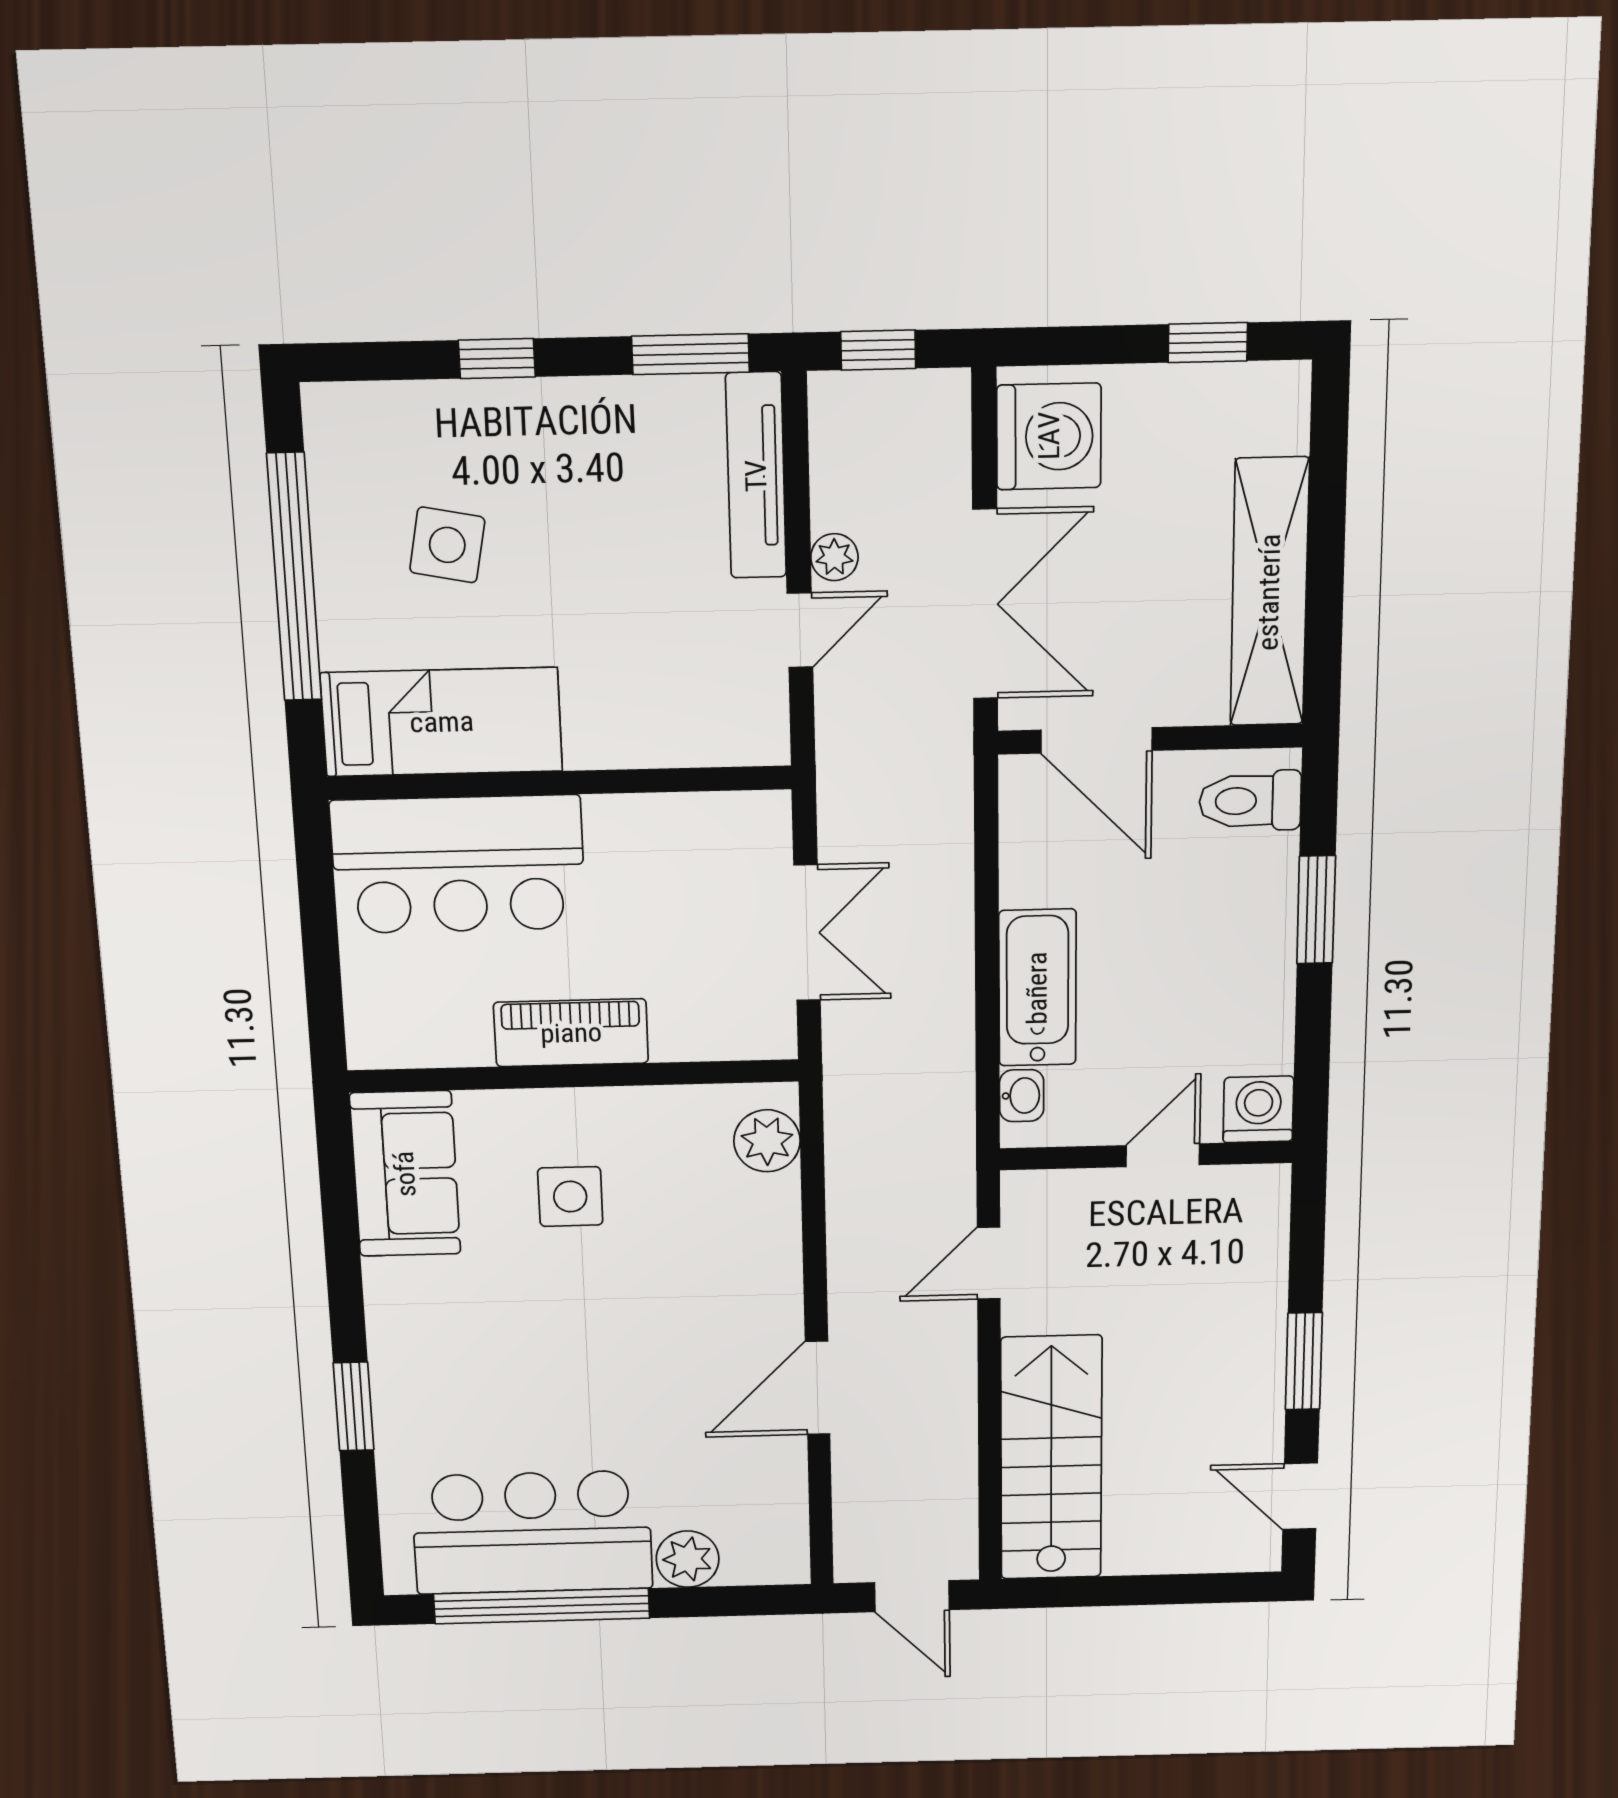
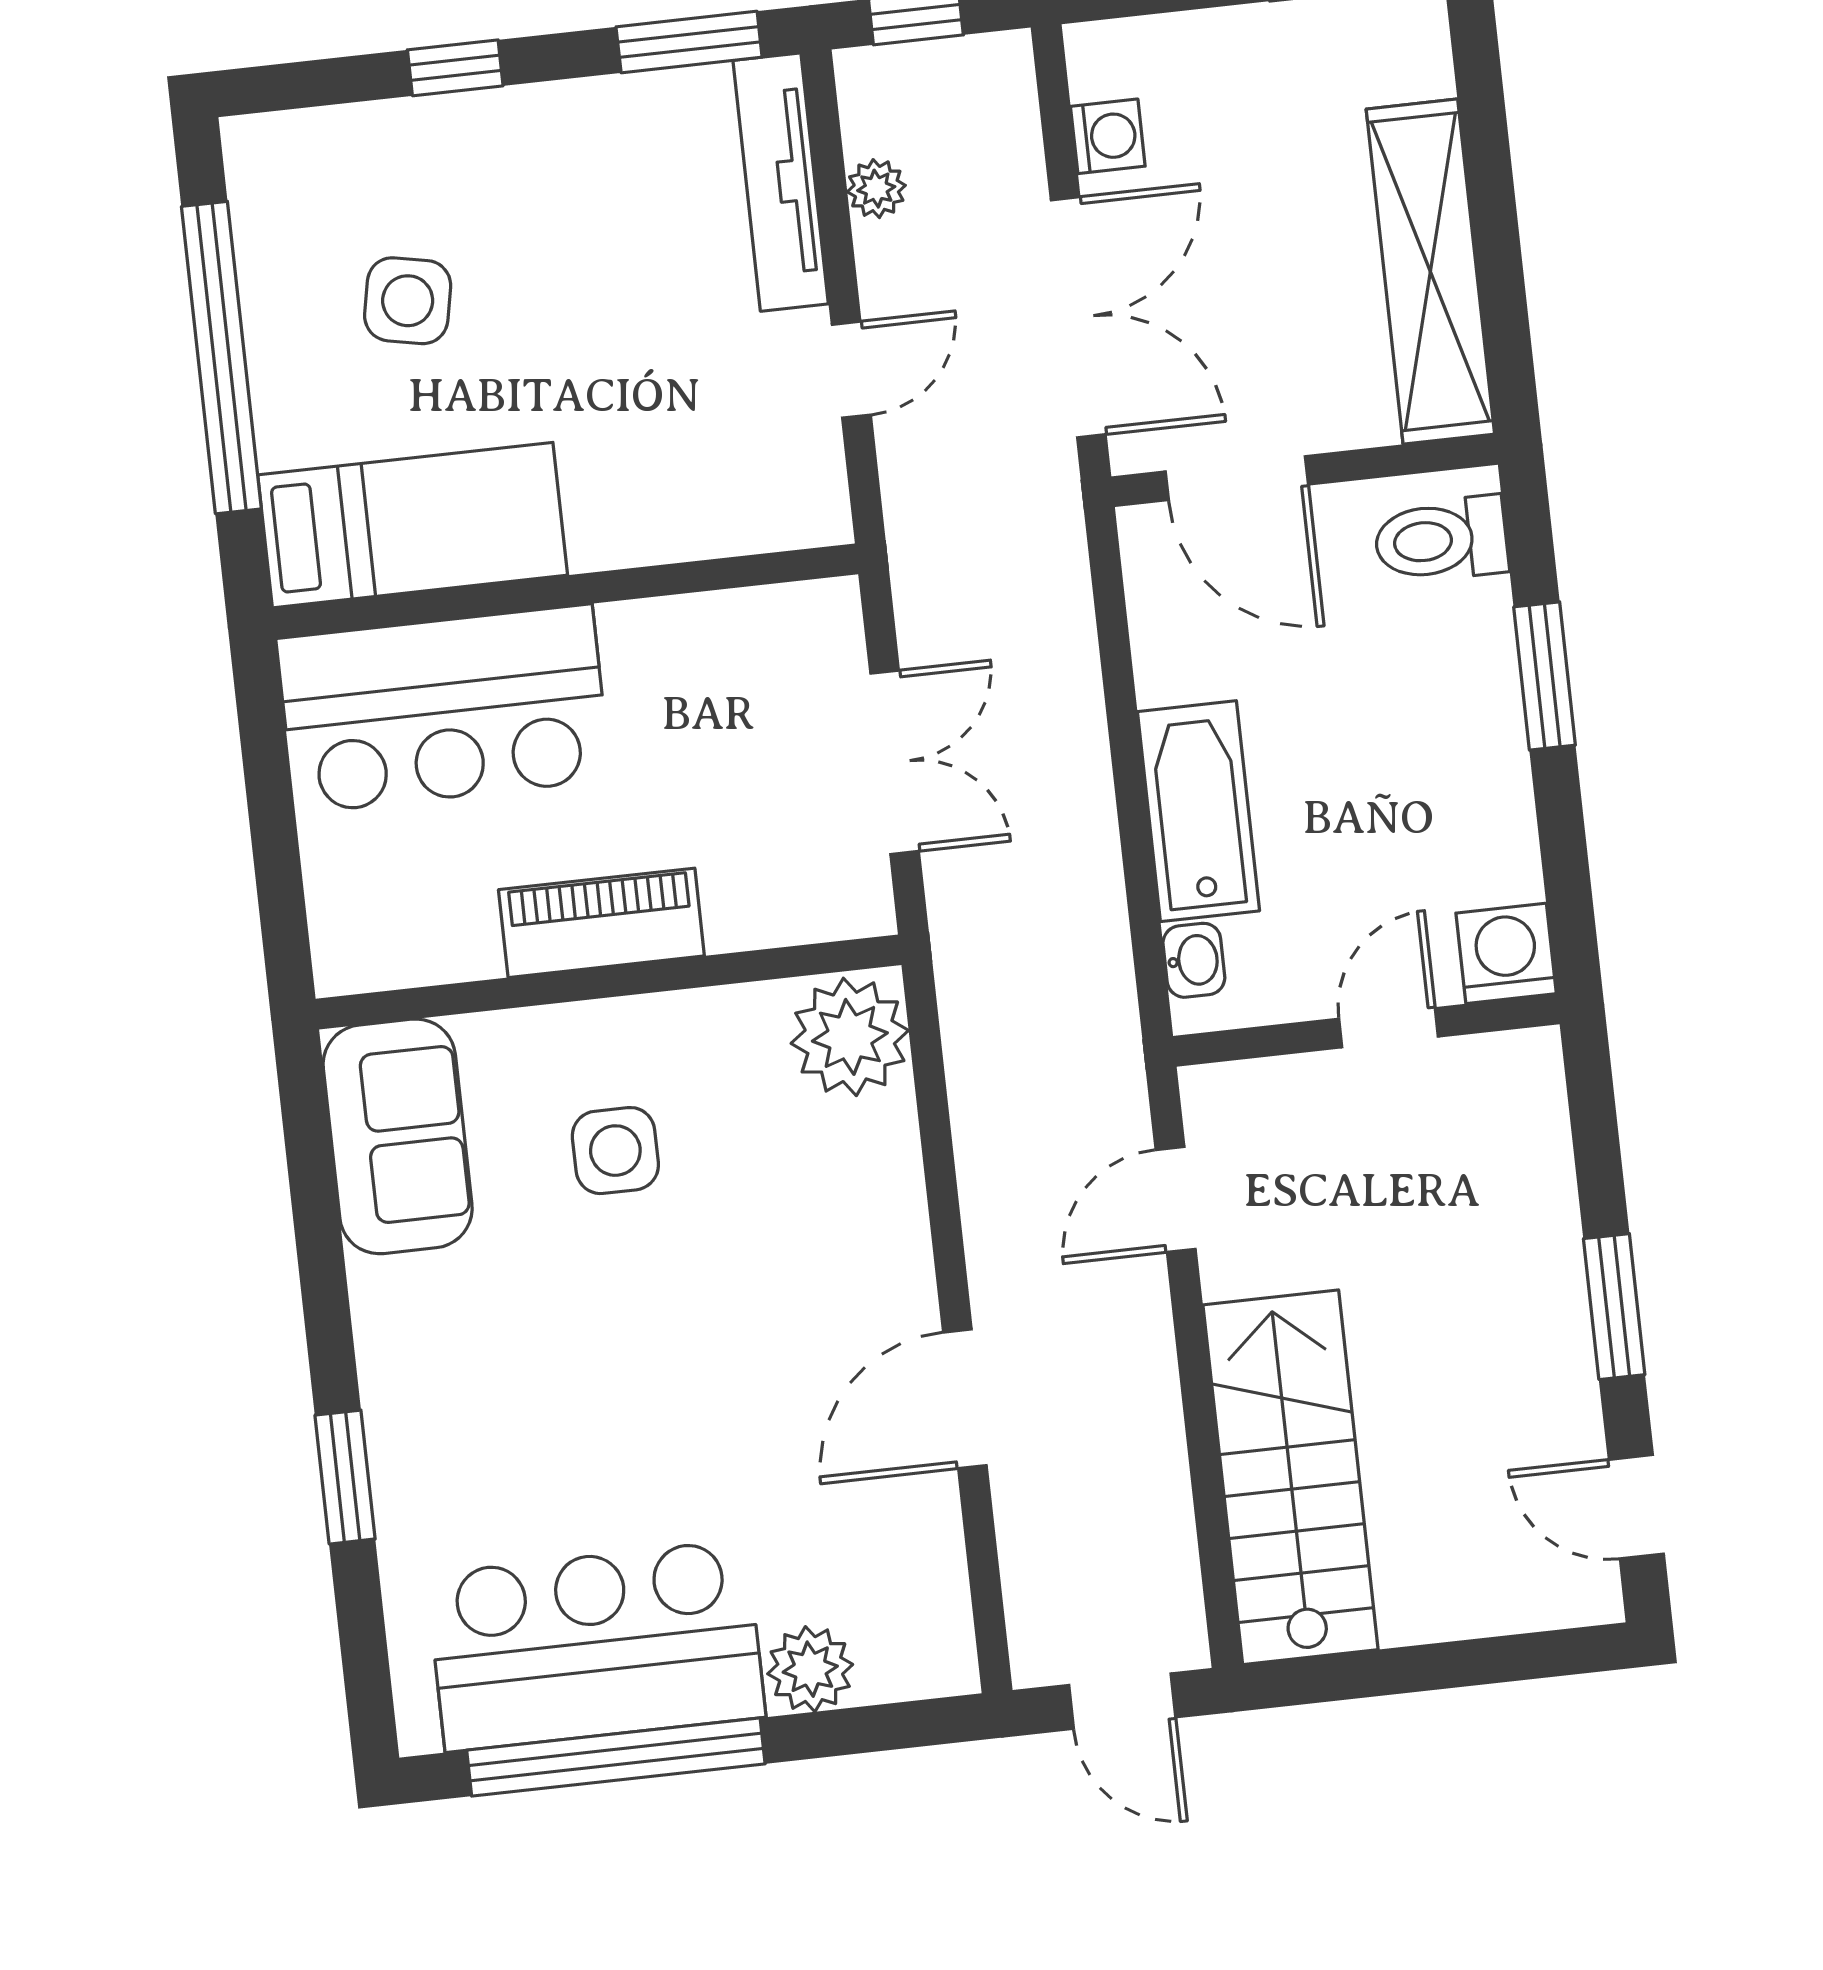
washing machine: (1049, 436) -> (1108, 136), width x0.53, depth x0.53
plant: (834, 557) -> (876, 189), moved
plant: (767, 1141) -> (850, 1037), width x1.36, depth x1.36

